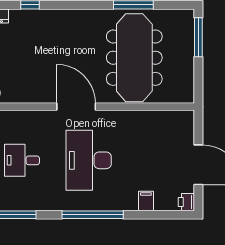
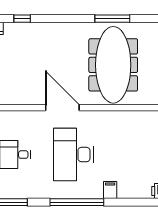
filing cabinet: (146, 201) -> (110, 190), moved

